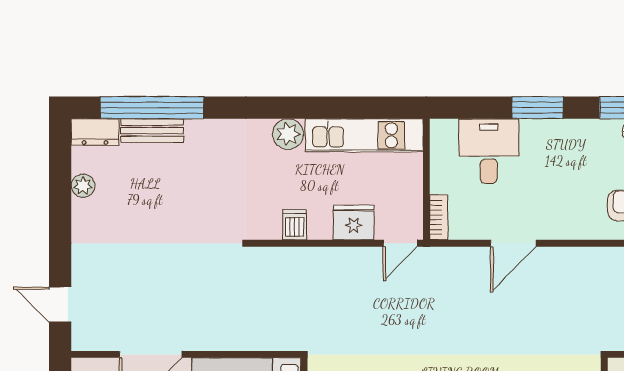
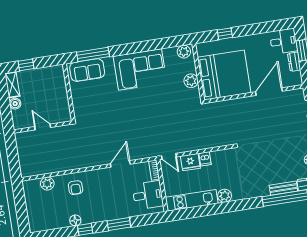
desk: (489, 151) -> (148, 195), moved, turned -90
dishwasher: (295, 225) -> (205, 159), moved
door: (400, 243) -> (169, 156), swing flipped

